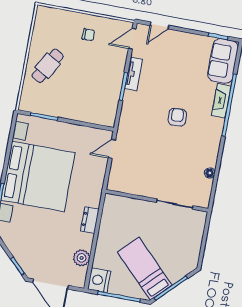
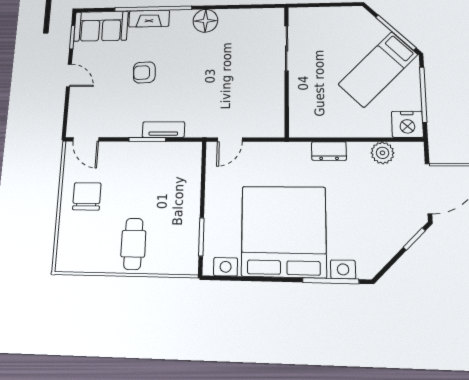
door: (160, 25) -> (69, 76), moved
chair: (88, 35) -> (87, 196), width x1.87, depth x1.87
cafe table: (48, 66) -> (133, 244), turned 60
tv unit: (134, 74) -> (163, 130), moved
armchair: (177, 117) -> (144, 72), moved
door: (112, 149) -> (230, 140), hinge flipped
floor lamp: (210, 173) -> (205, 21), moved, width x1.89, depth x1.89

